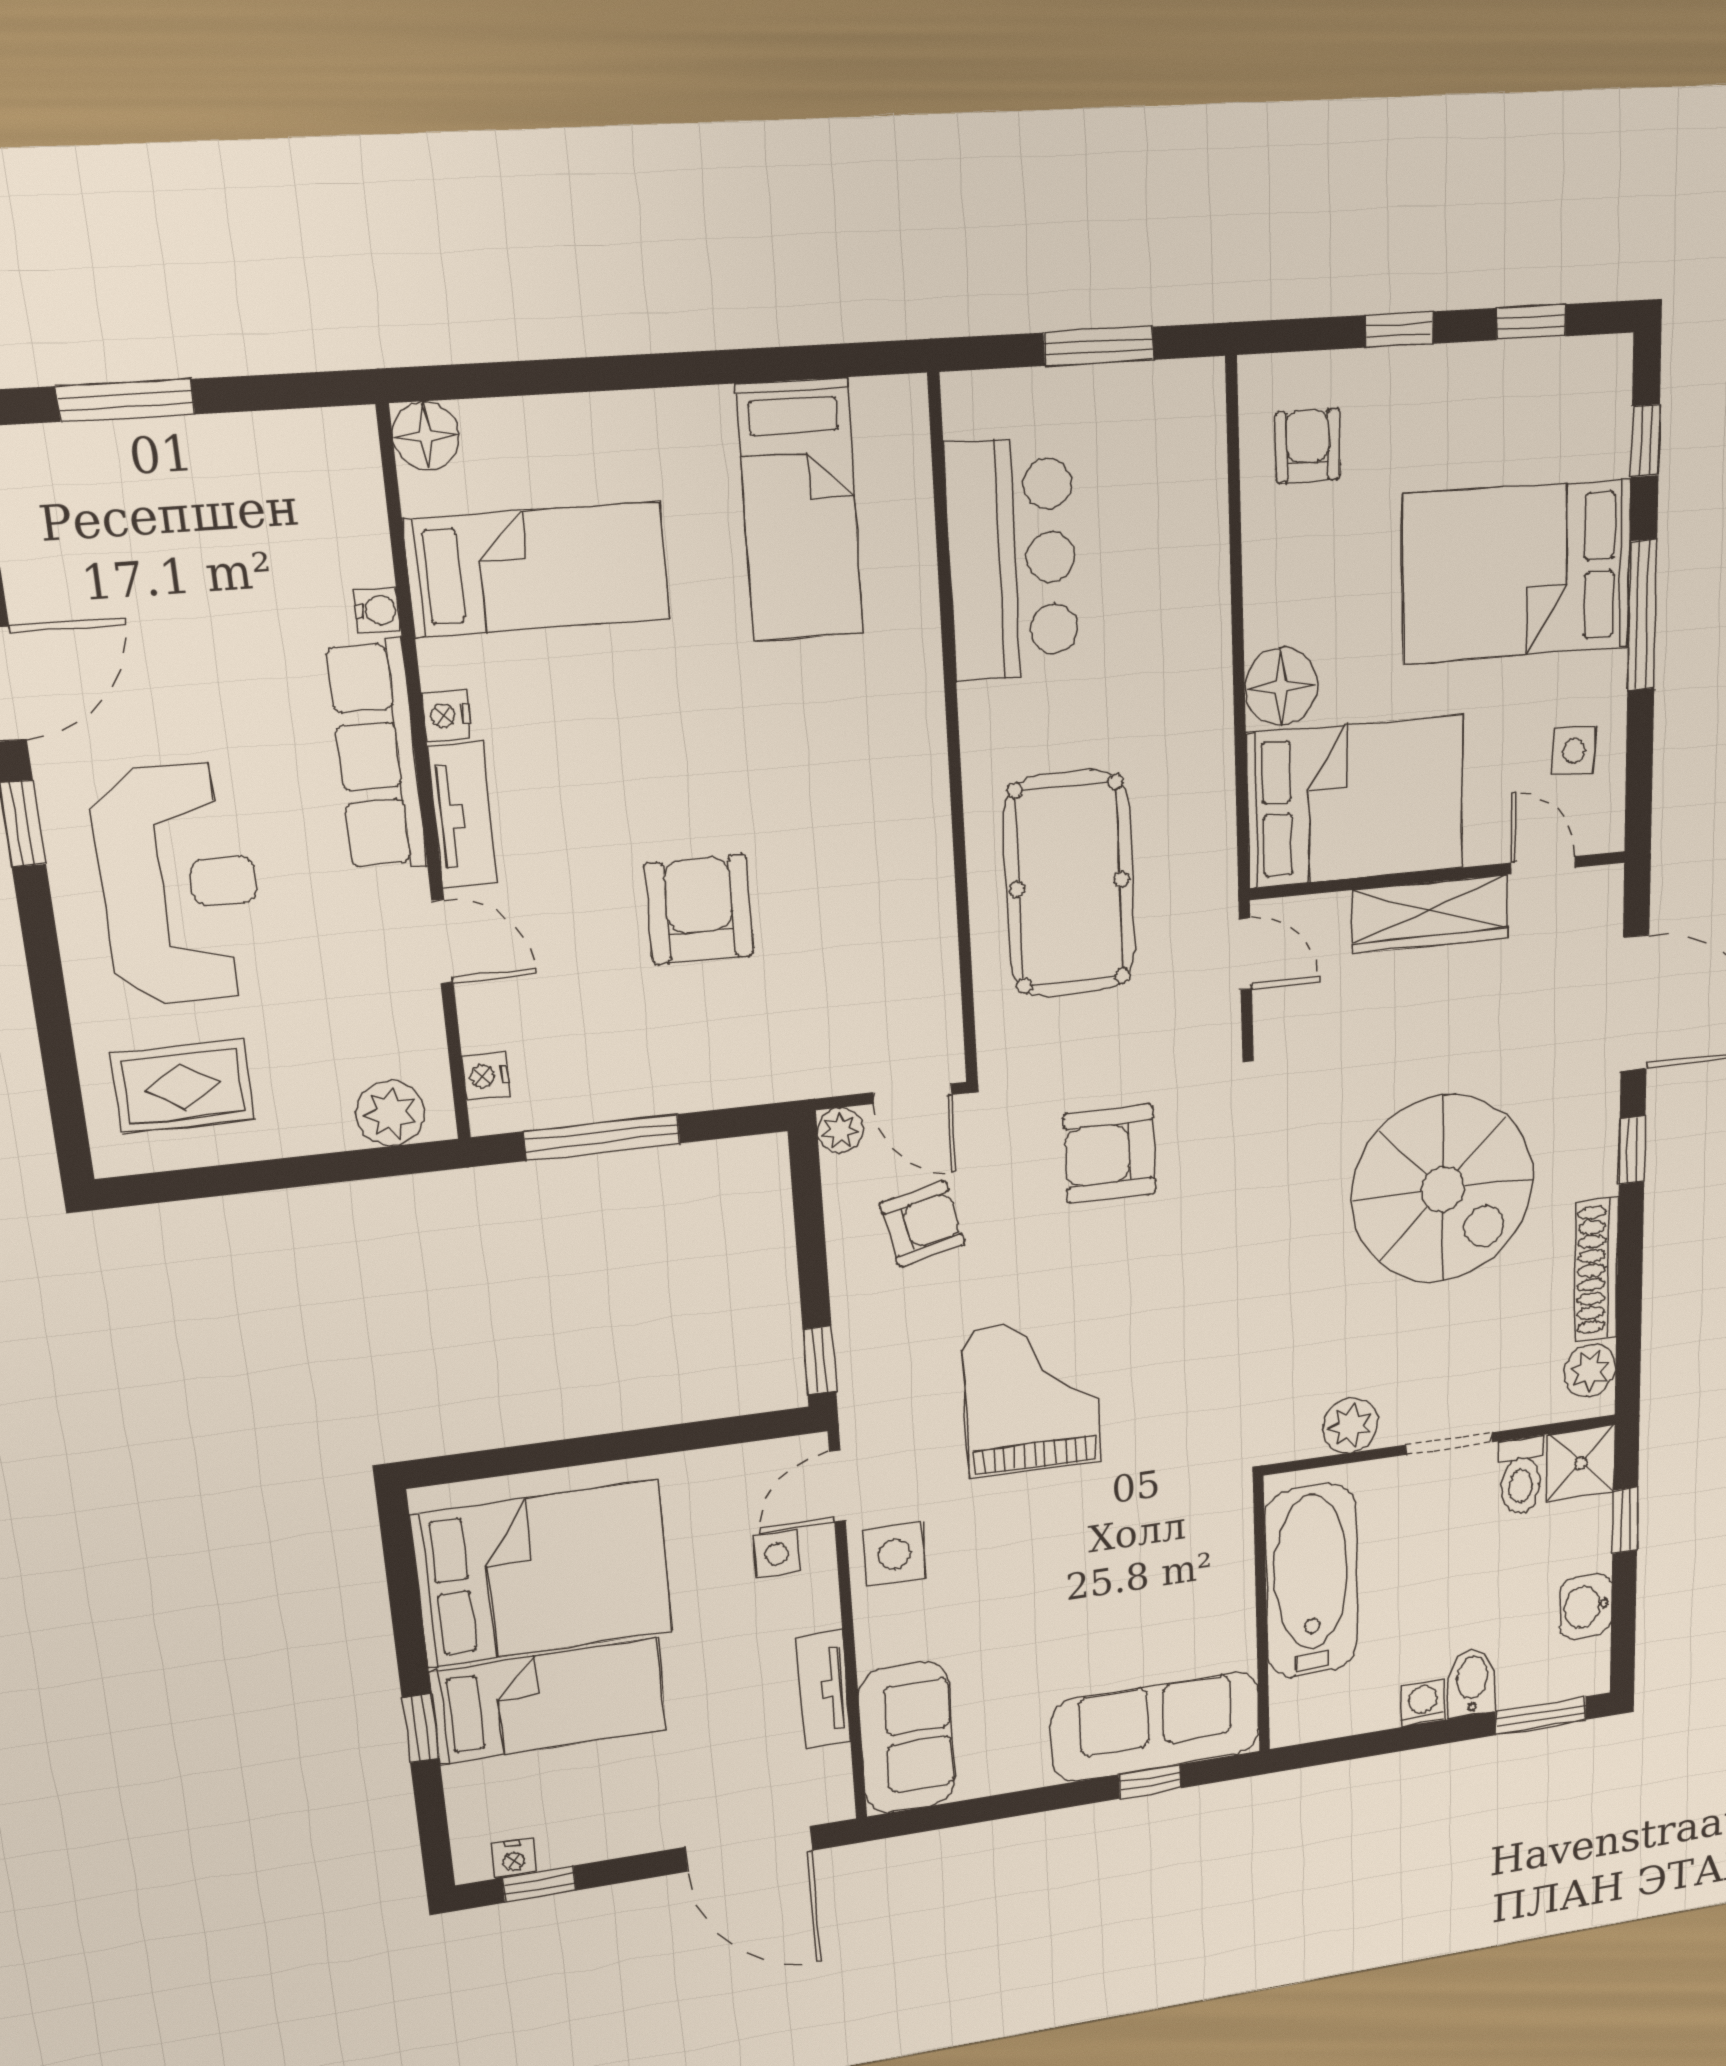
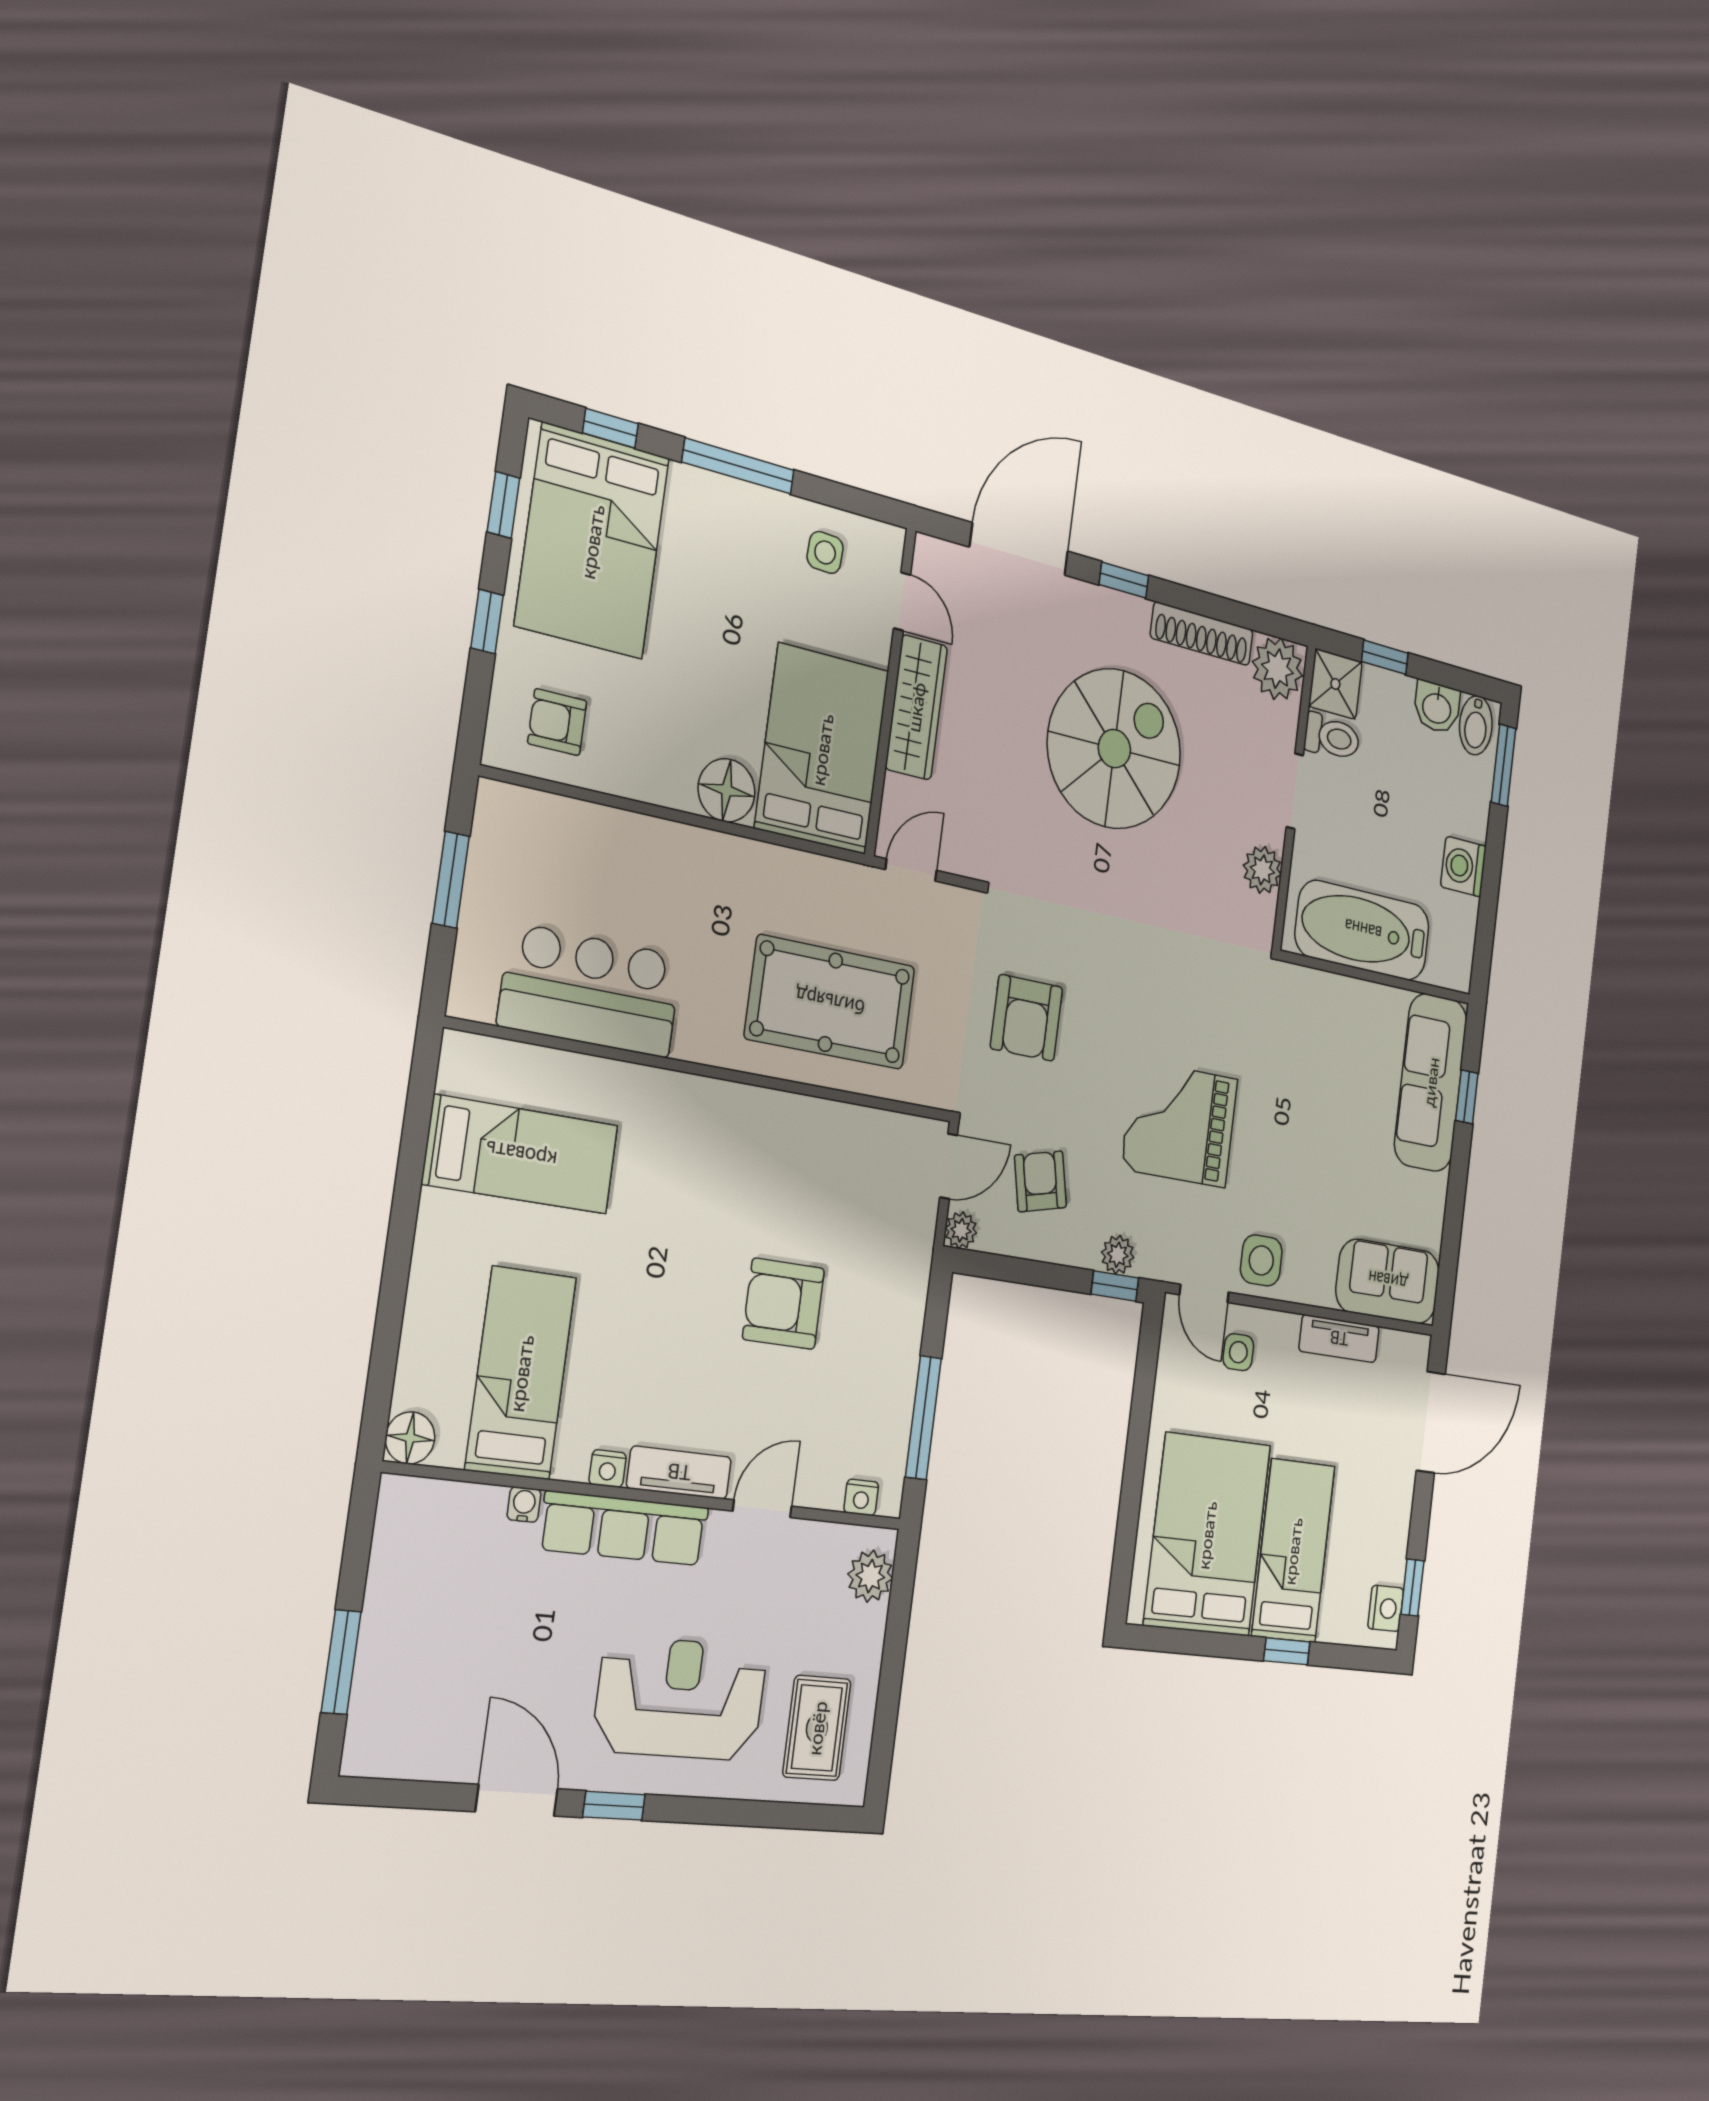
bed: (1517, 571) -> (592, 541), moved
door: (1543, 865) -> (902, 602), swing flipped
plant: (858, 1354) -> (1118, 1255), added
plant: (1590, 1370) -> (1277, 669), width x1.36, depth x1.36
bidet: (1472, 1682) -> (1476, 725), moved, turned -90
washing machine: (1423, 1703) -> (1463, 867), width x1.38, depth x1.38
nightstand: (513, 1858) -> (1386, 1608), width x1.39, depth x1.35

